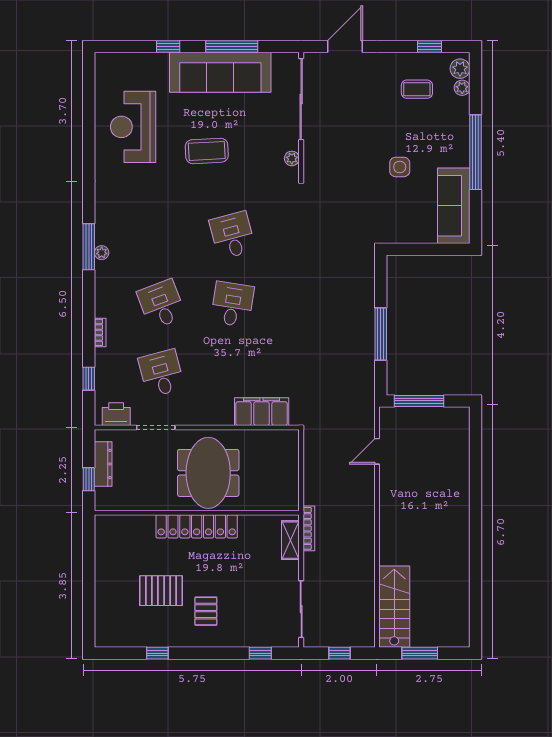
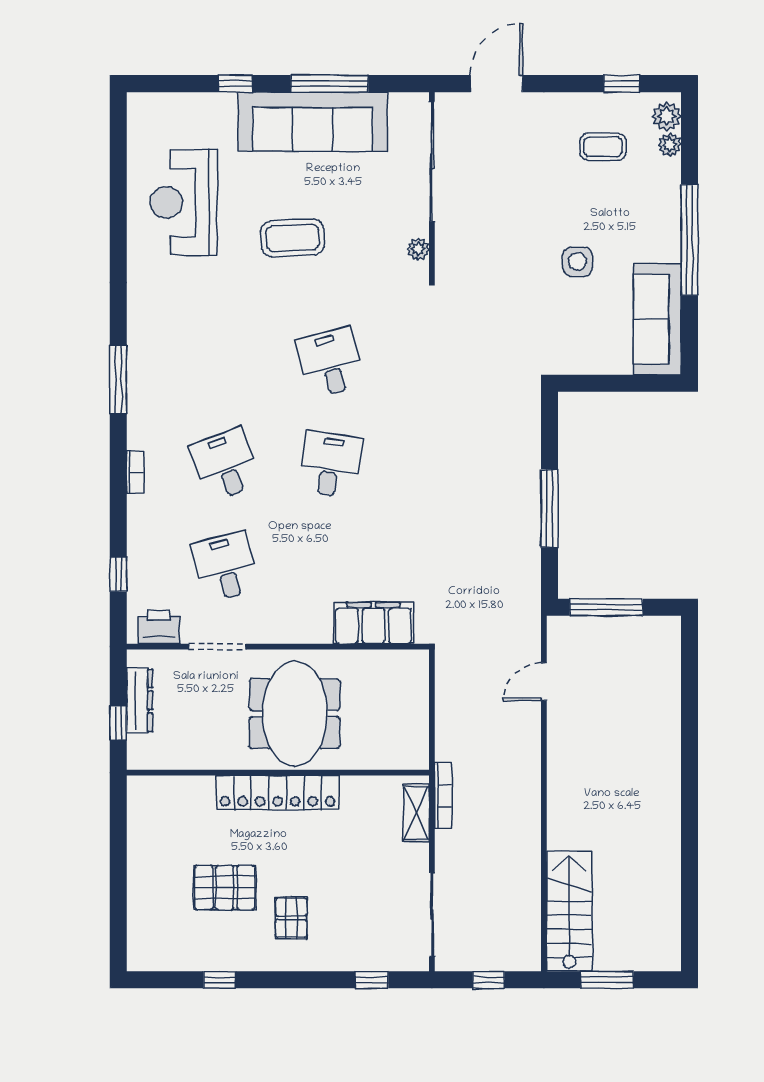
plant: (102, 253) -> (137, 388), removed
bookcase: (100, 332) -> (135, 472), moved

